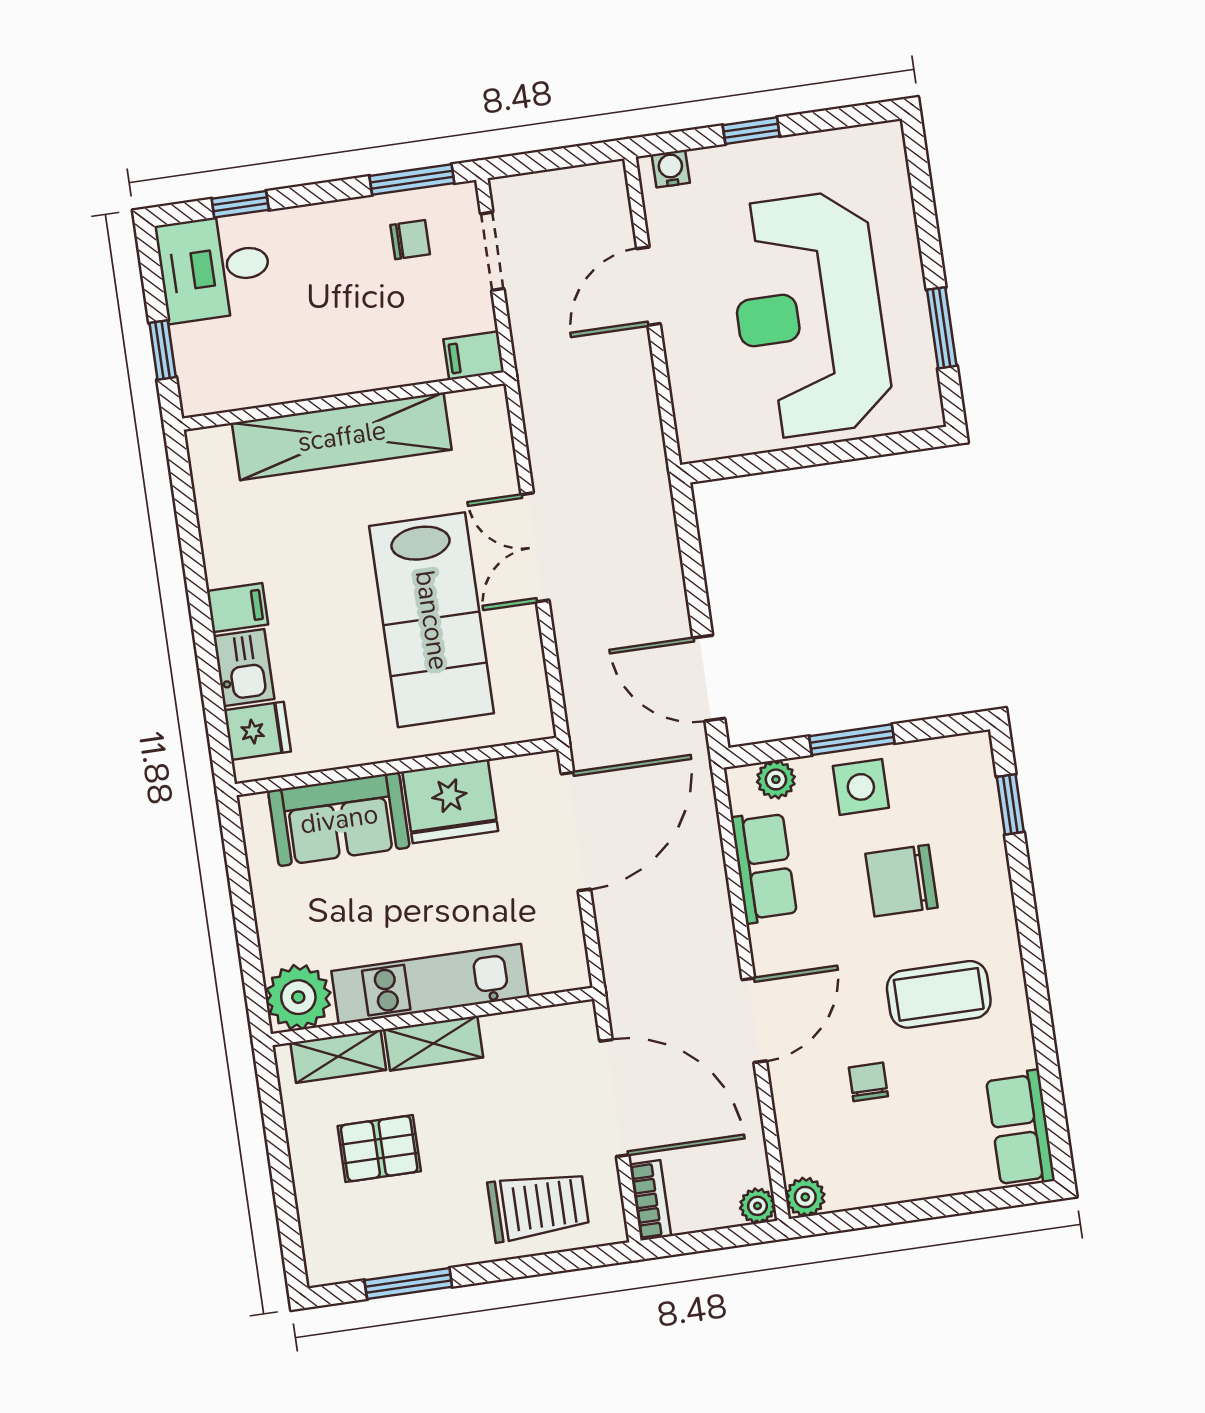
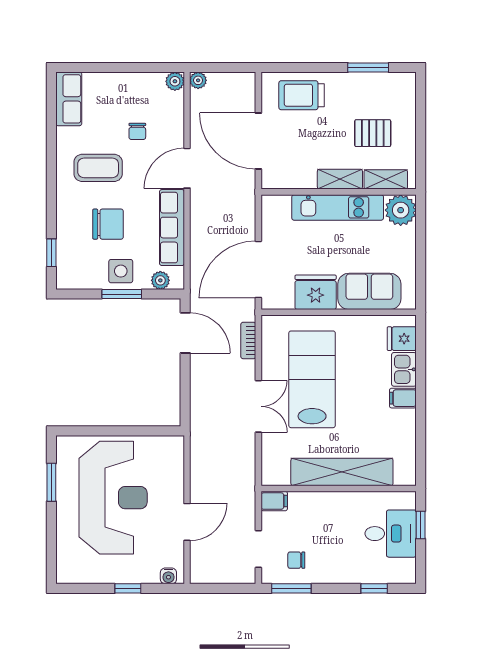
desk: (214, 268) -> (391, 534), moved
row of seats: (764, 867) -> (172, 228), width x1.48
bookcase: (650, 1200) -> (248, 340), moved

